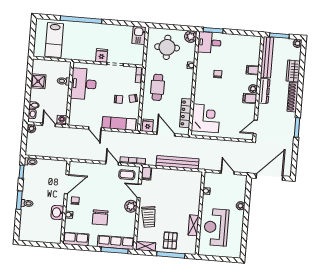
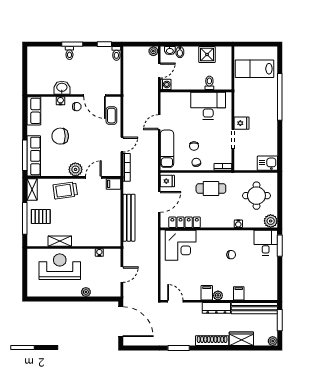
coffee table: (127, 175) -> (111, 116), moved

